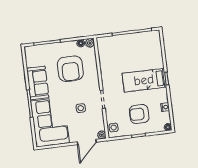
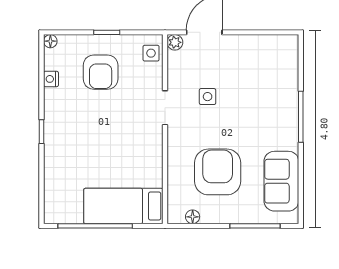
plant: (90, 43) -> (175, 215), removed
bed: (144, 80) -> (123, 206), moved, turned 180
sofa: (38, 83) -> (281, 181), moved
armchair: (139, 114) -> (101, 72), turned 90
corner sofa: (50, 122) -> (268, 78), removed

